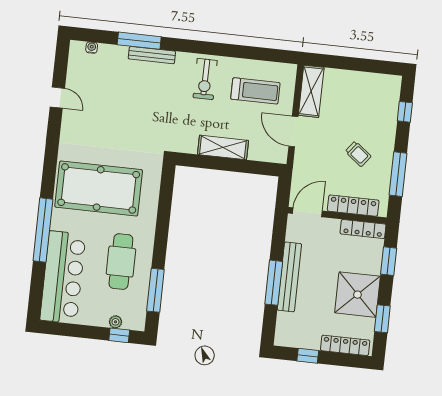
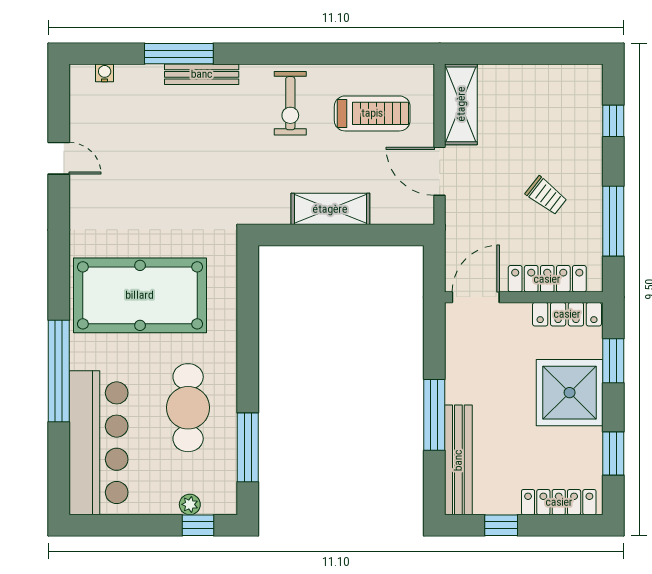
bench: (289, 277) -> (458, 460), moved
shower: (357, 295) -> (570, 393), moved

